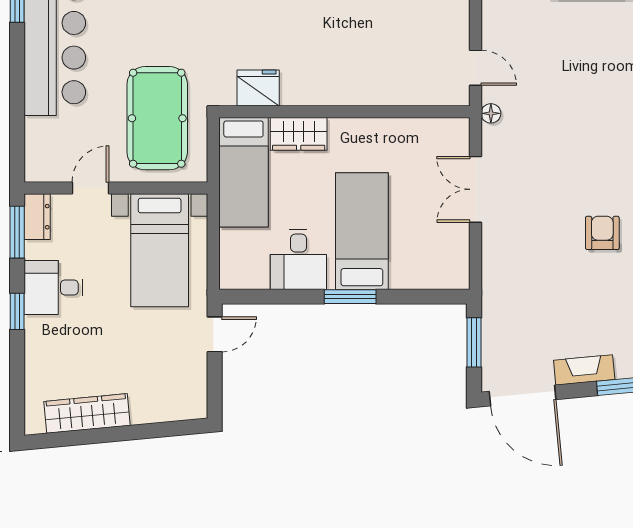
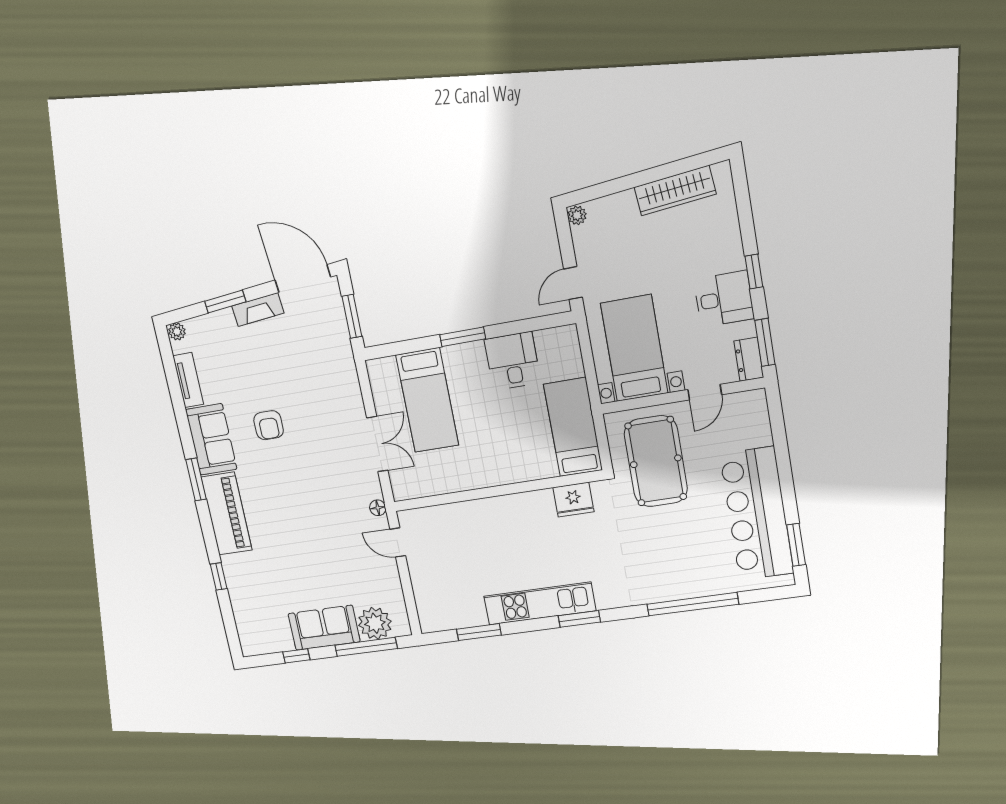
wardrobe: (299, 134) -> (532, 467), removed
bed: (362, 231) -> (427, 400), moved
plant: (197, 407) -> (577, 215), added

